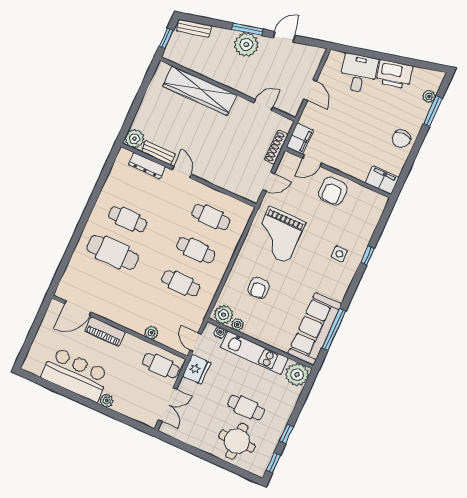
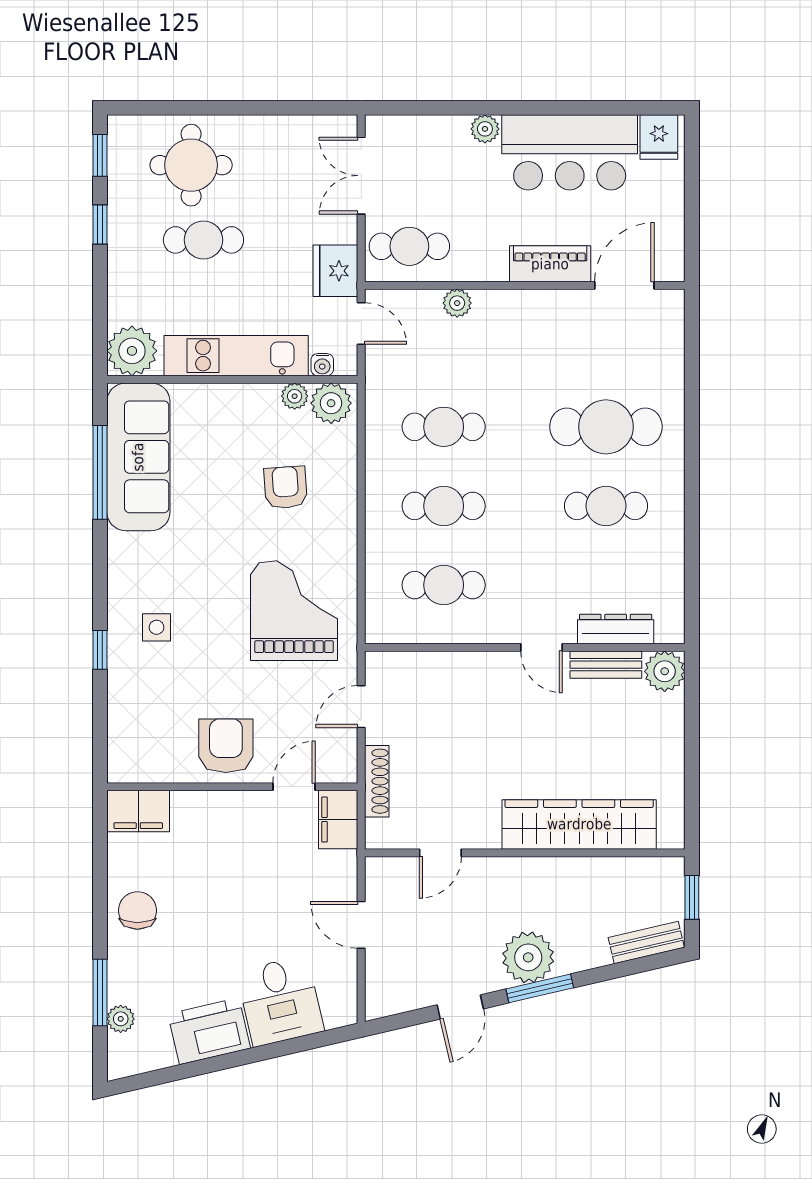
fridge: (35, 364) -> (659, 137), added

